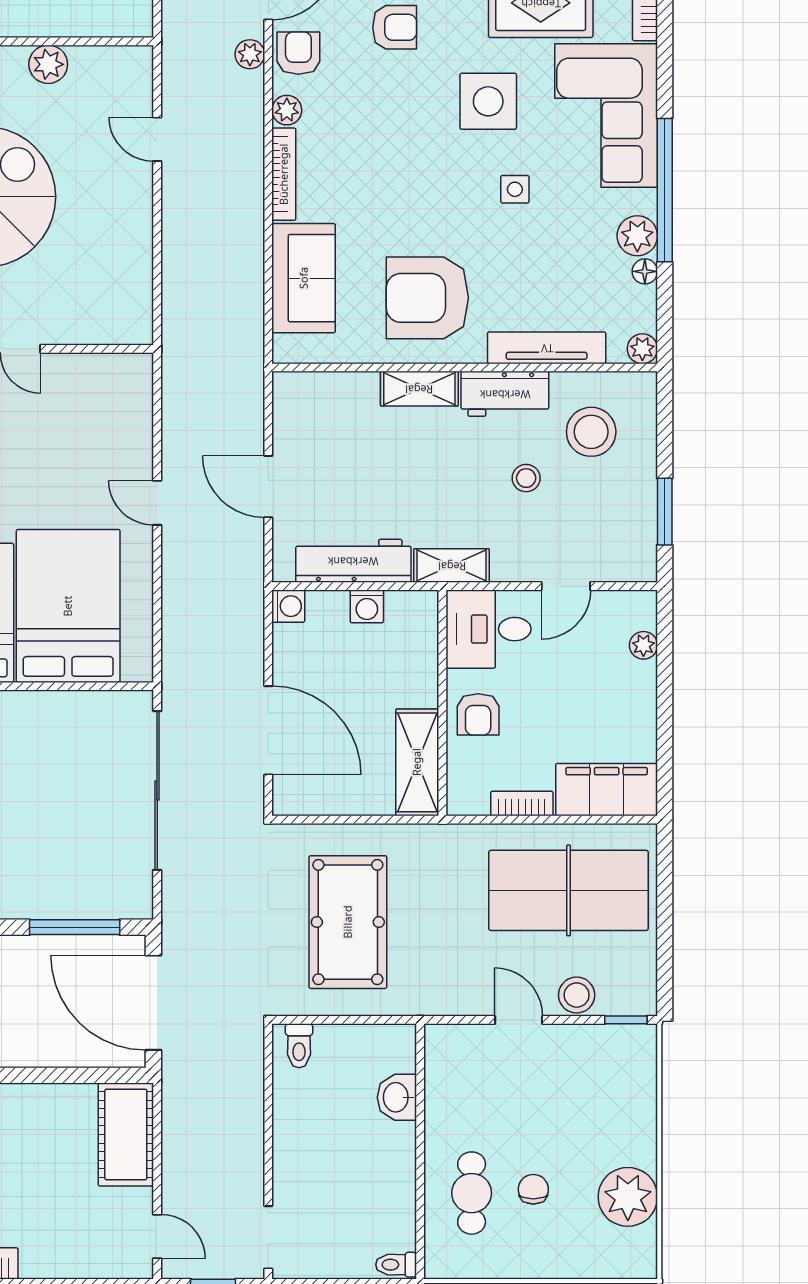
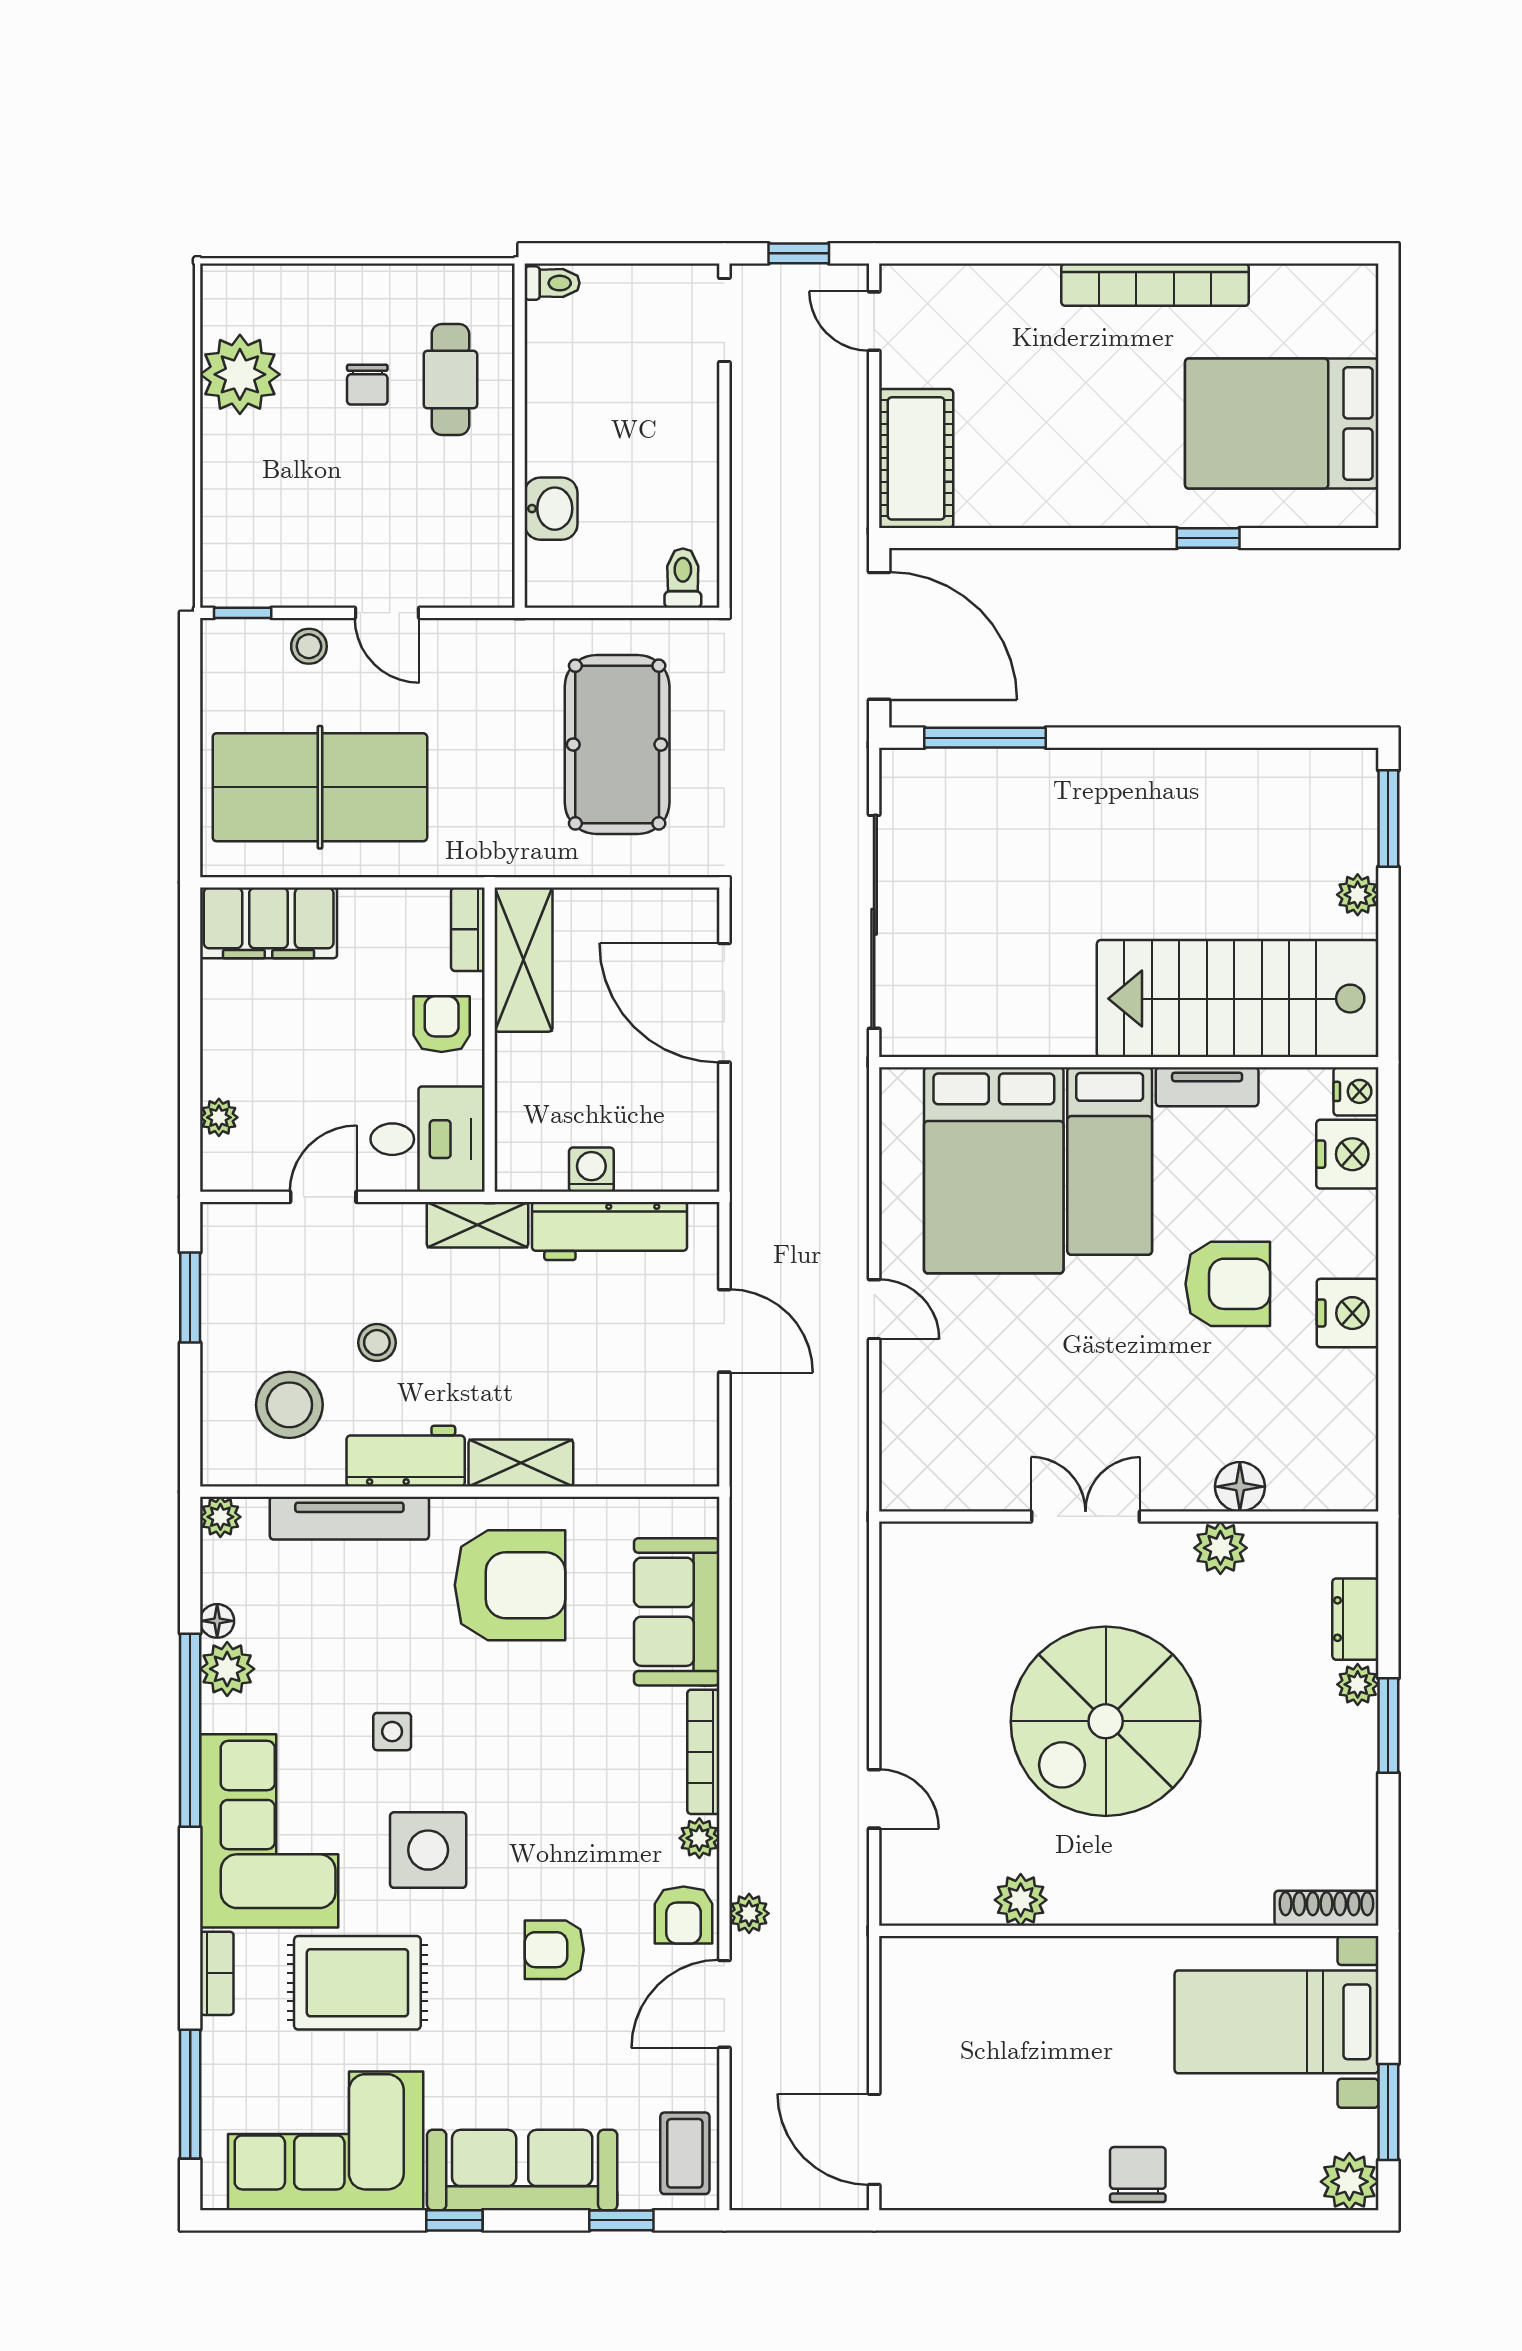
washing machine: (288, 606) -> (697, 1170), removed
bookcase: (522, 804) -> (468, 929), moved, turned 90
stool: (577, 995) -> (309, 646), width x0.73, depth x0.73

